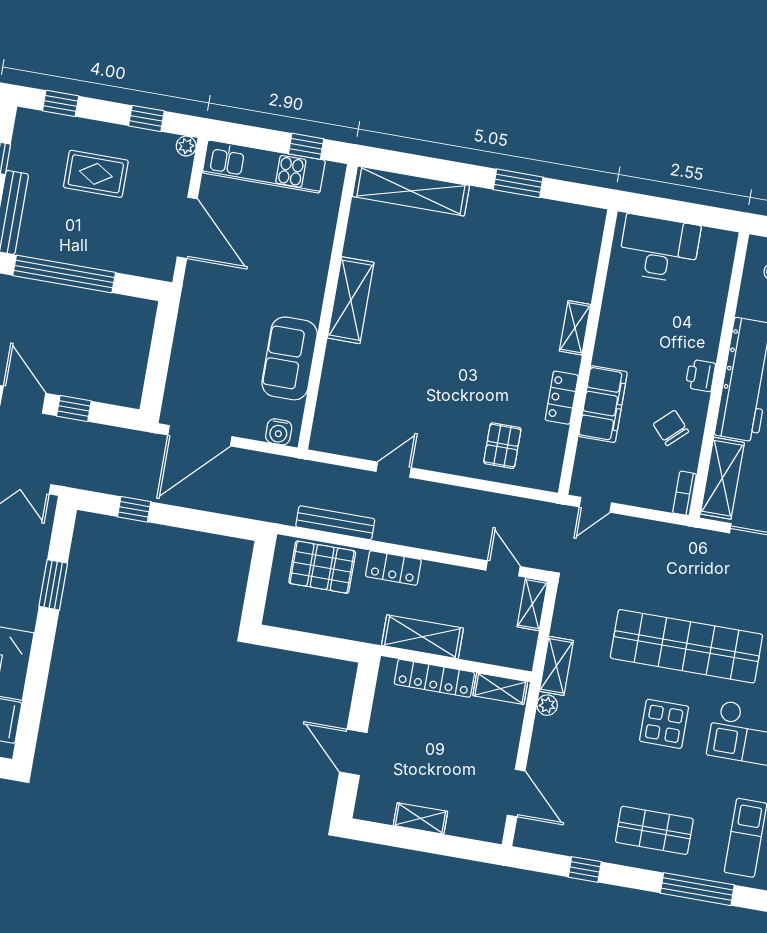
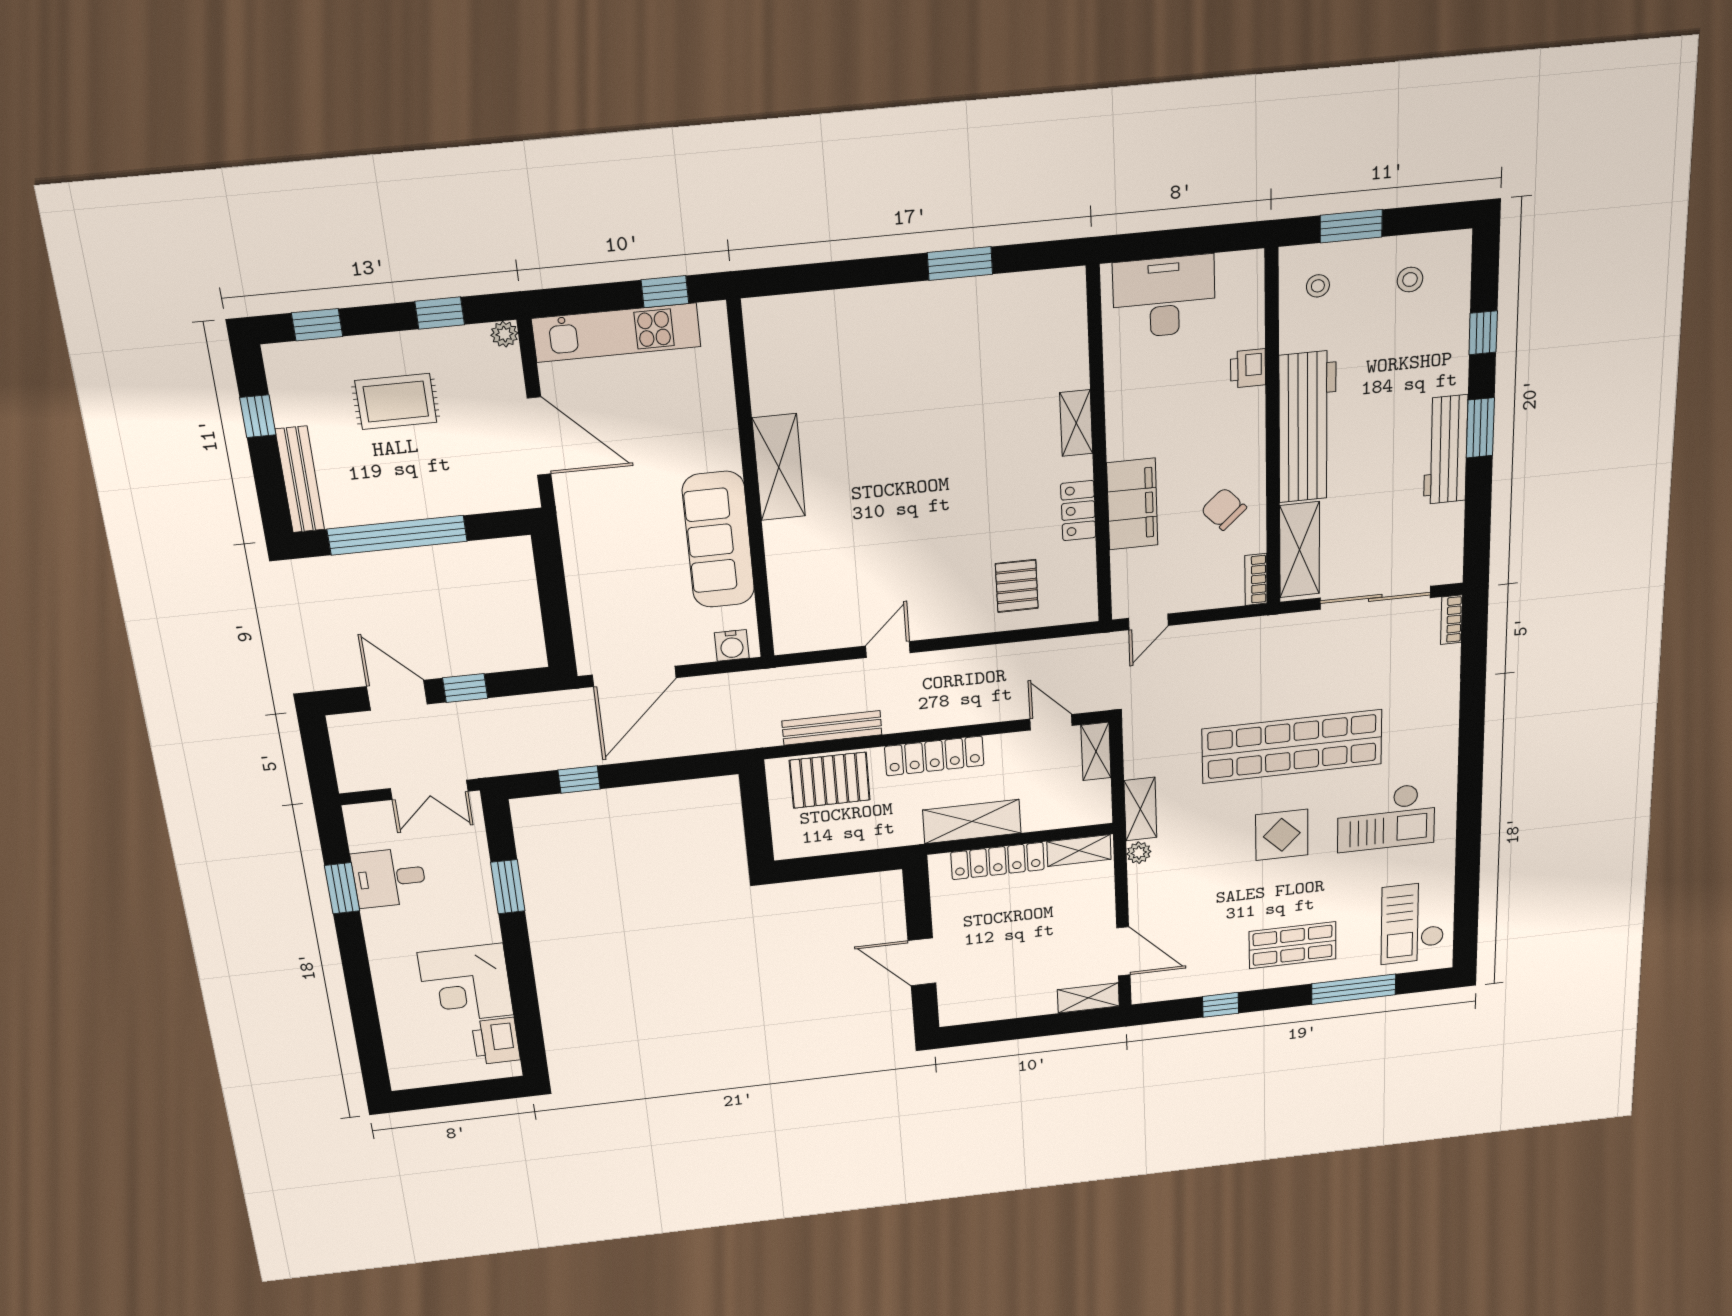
shelving: (411, 191) -> (820, 311), removed
sofa: (290, 358) -> (718, 540), width x1.36
printer: (700, 375) -> (1248, 368), moved
locker: (393, 568) -> (934, 756), width x1.53
shelving: (420, 818) -> (1088, 998), moved

